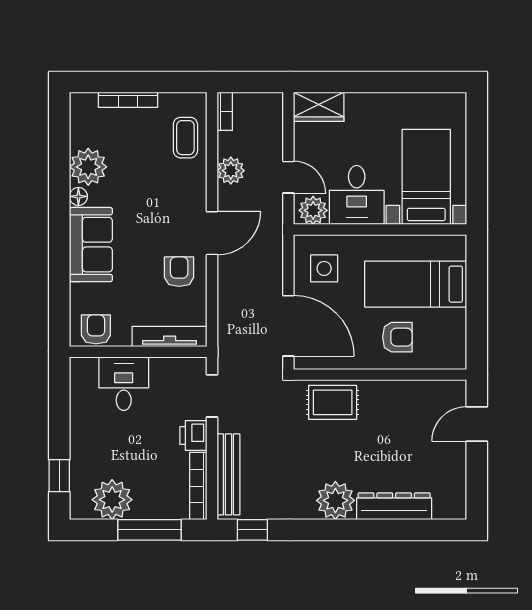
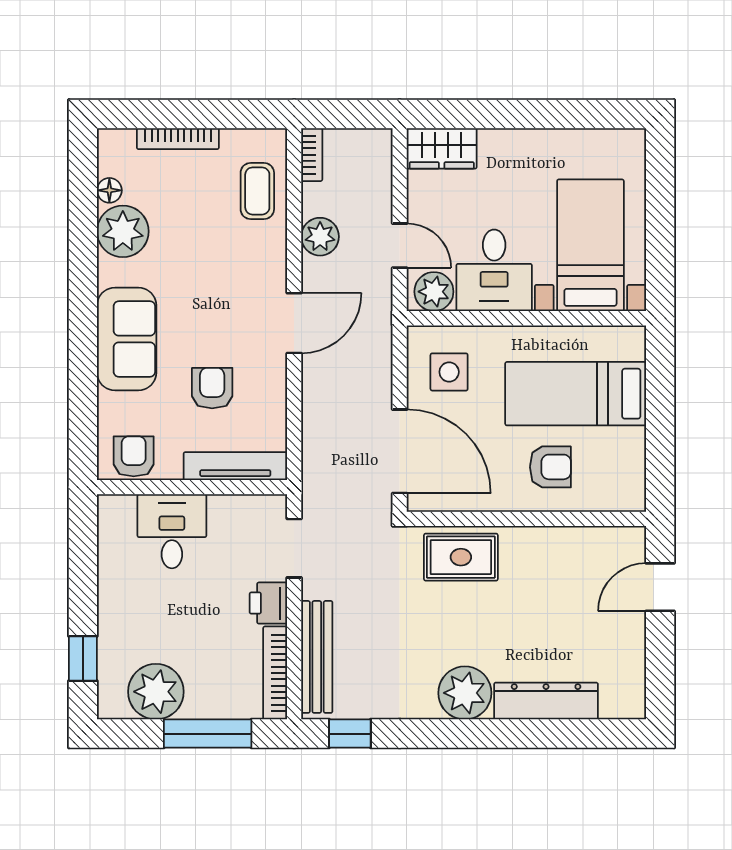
floor lamp: (78, 196) -> (109, 190), moved
armchair: (179, 272) -> (212, 388), moved

